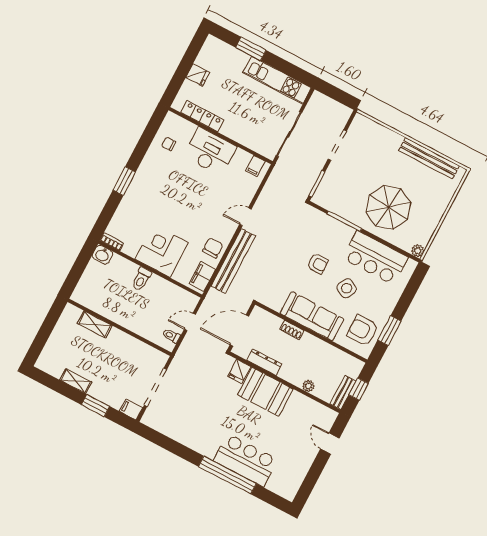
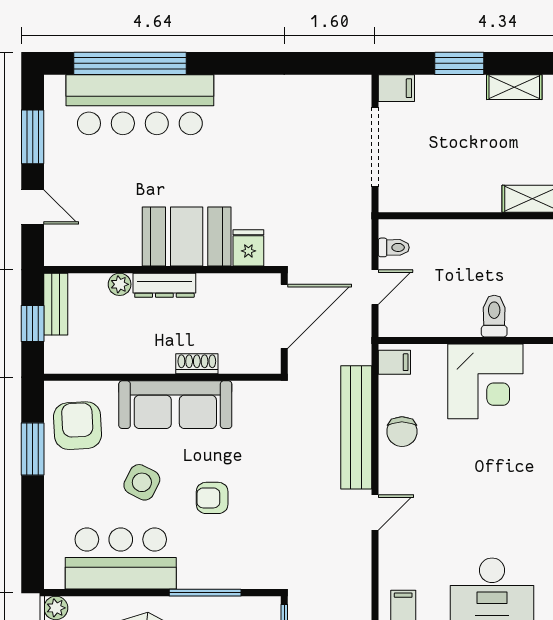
filing cabinet: (202, 276) -> (394, 362), width x0.50
armchair: (363, 330) -> (78, 426), turned -93
dresser: (264, 362) -> (164, 285), moved
bar counter: (246, 460) -> (140, 105), width x1.36
window: (227, 475) -> (130, 63), moved
window: (313, 476) -> (33, 137), added

